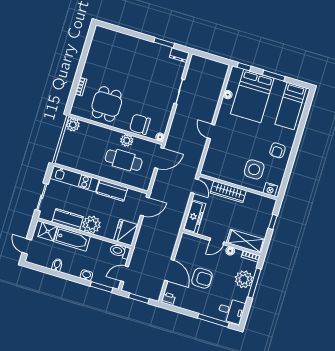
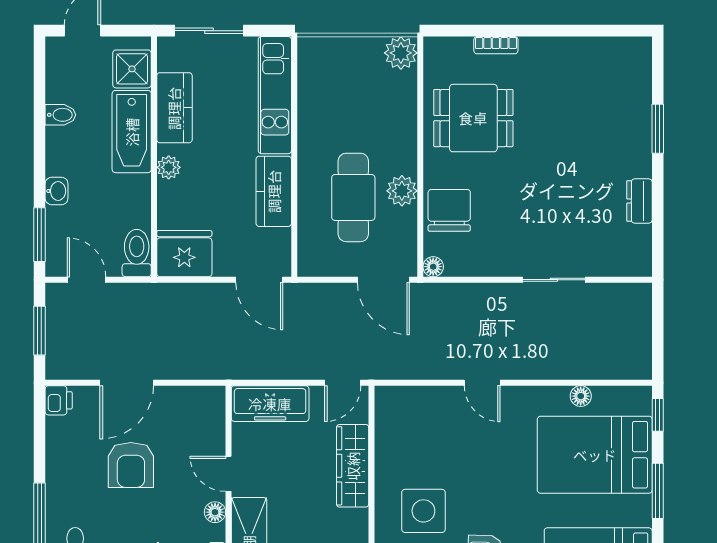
window: (164, 43) -> (658, 129), moved
dresser: (179, 55) -> (639, 201), moved
door: (211, 132) -> (482, 383), swing flipped
plant: (91, 225) -> (169, 167), width x0.53, depth x0.53

